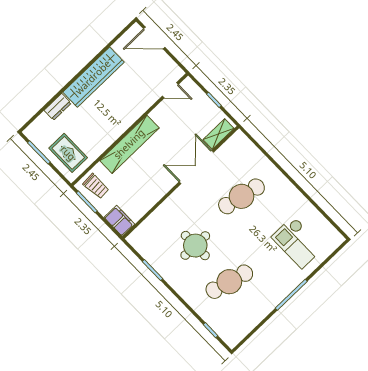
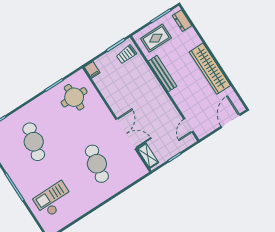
dresser: (58, 107) -> (182, 21), moved
bench: (111, 136) -> (163, 74), added
shelving: (129, 144) -> (153, 86), removed
filing cabinet: (119, 221) -> (92, 70), width x0.50
round table: (195, 246) -> (74, 97), moved

